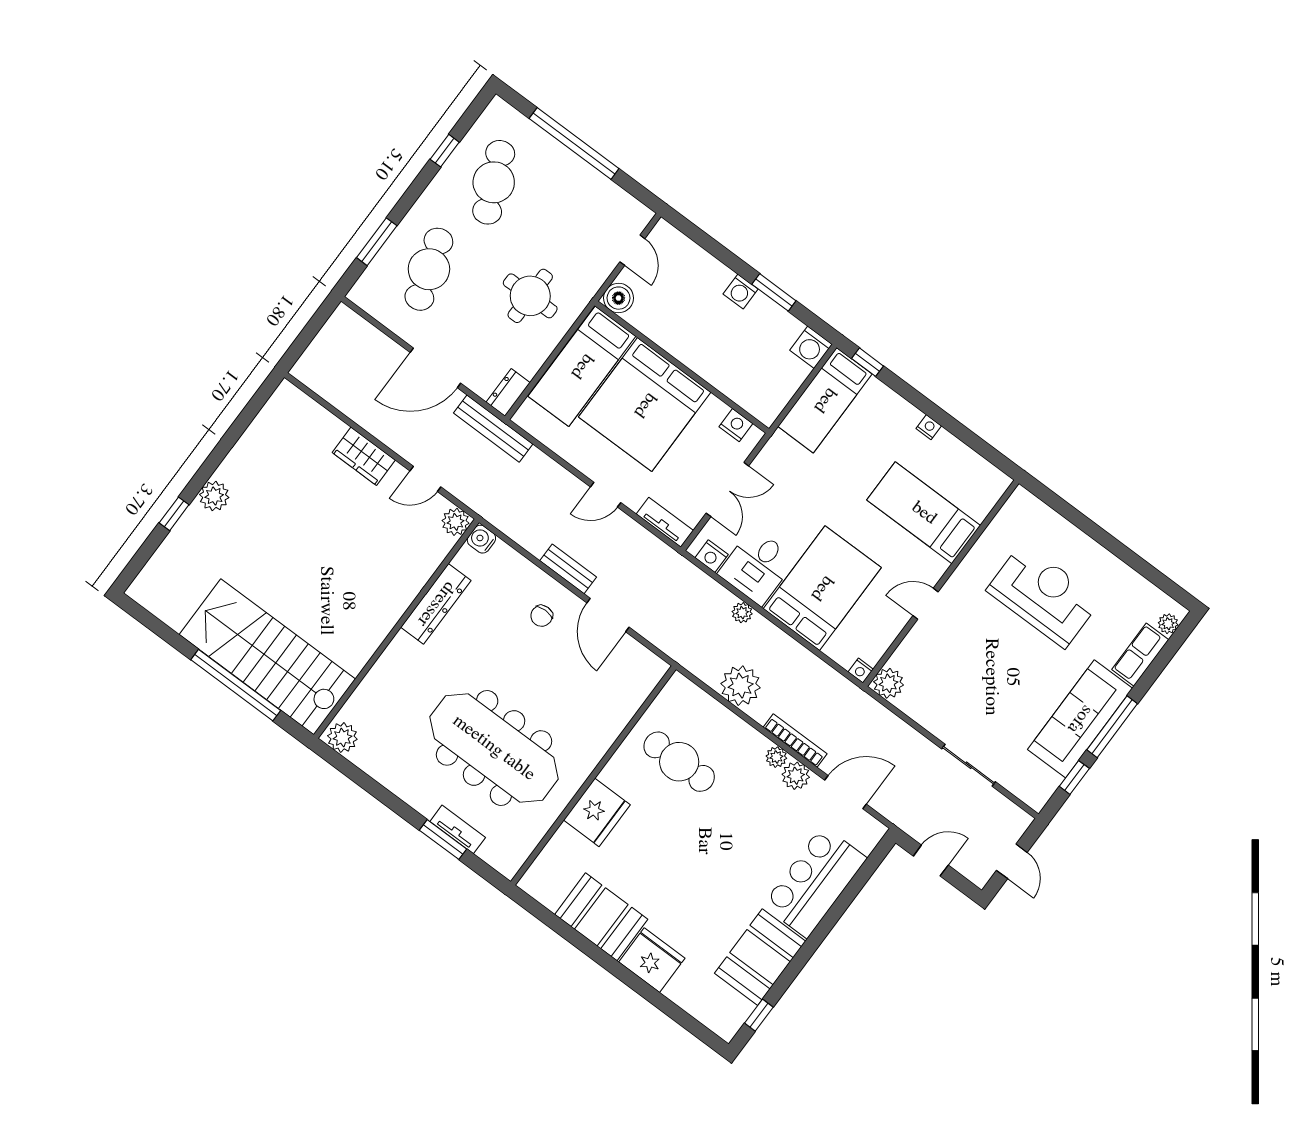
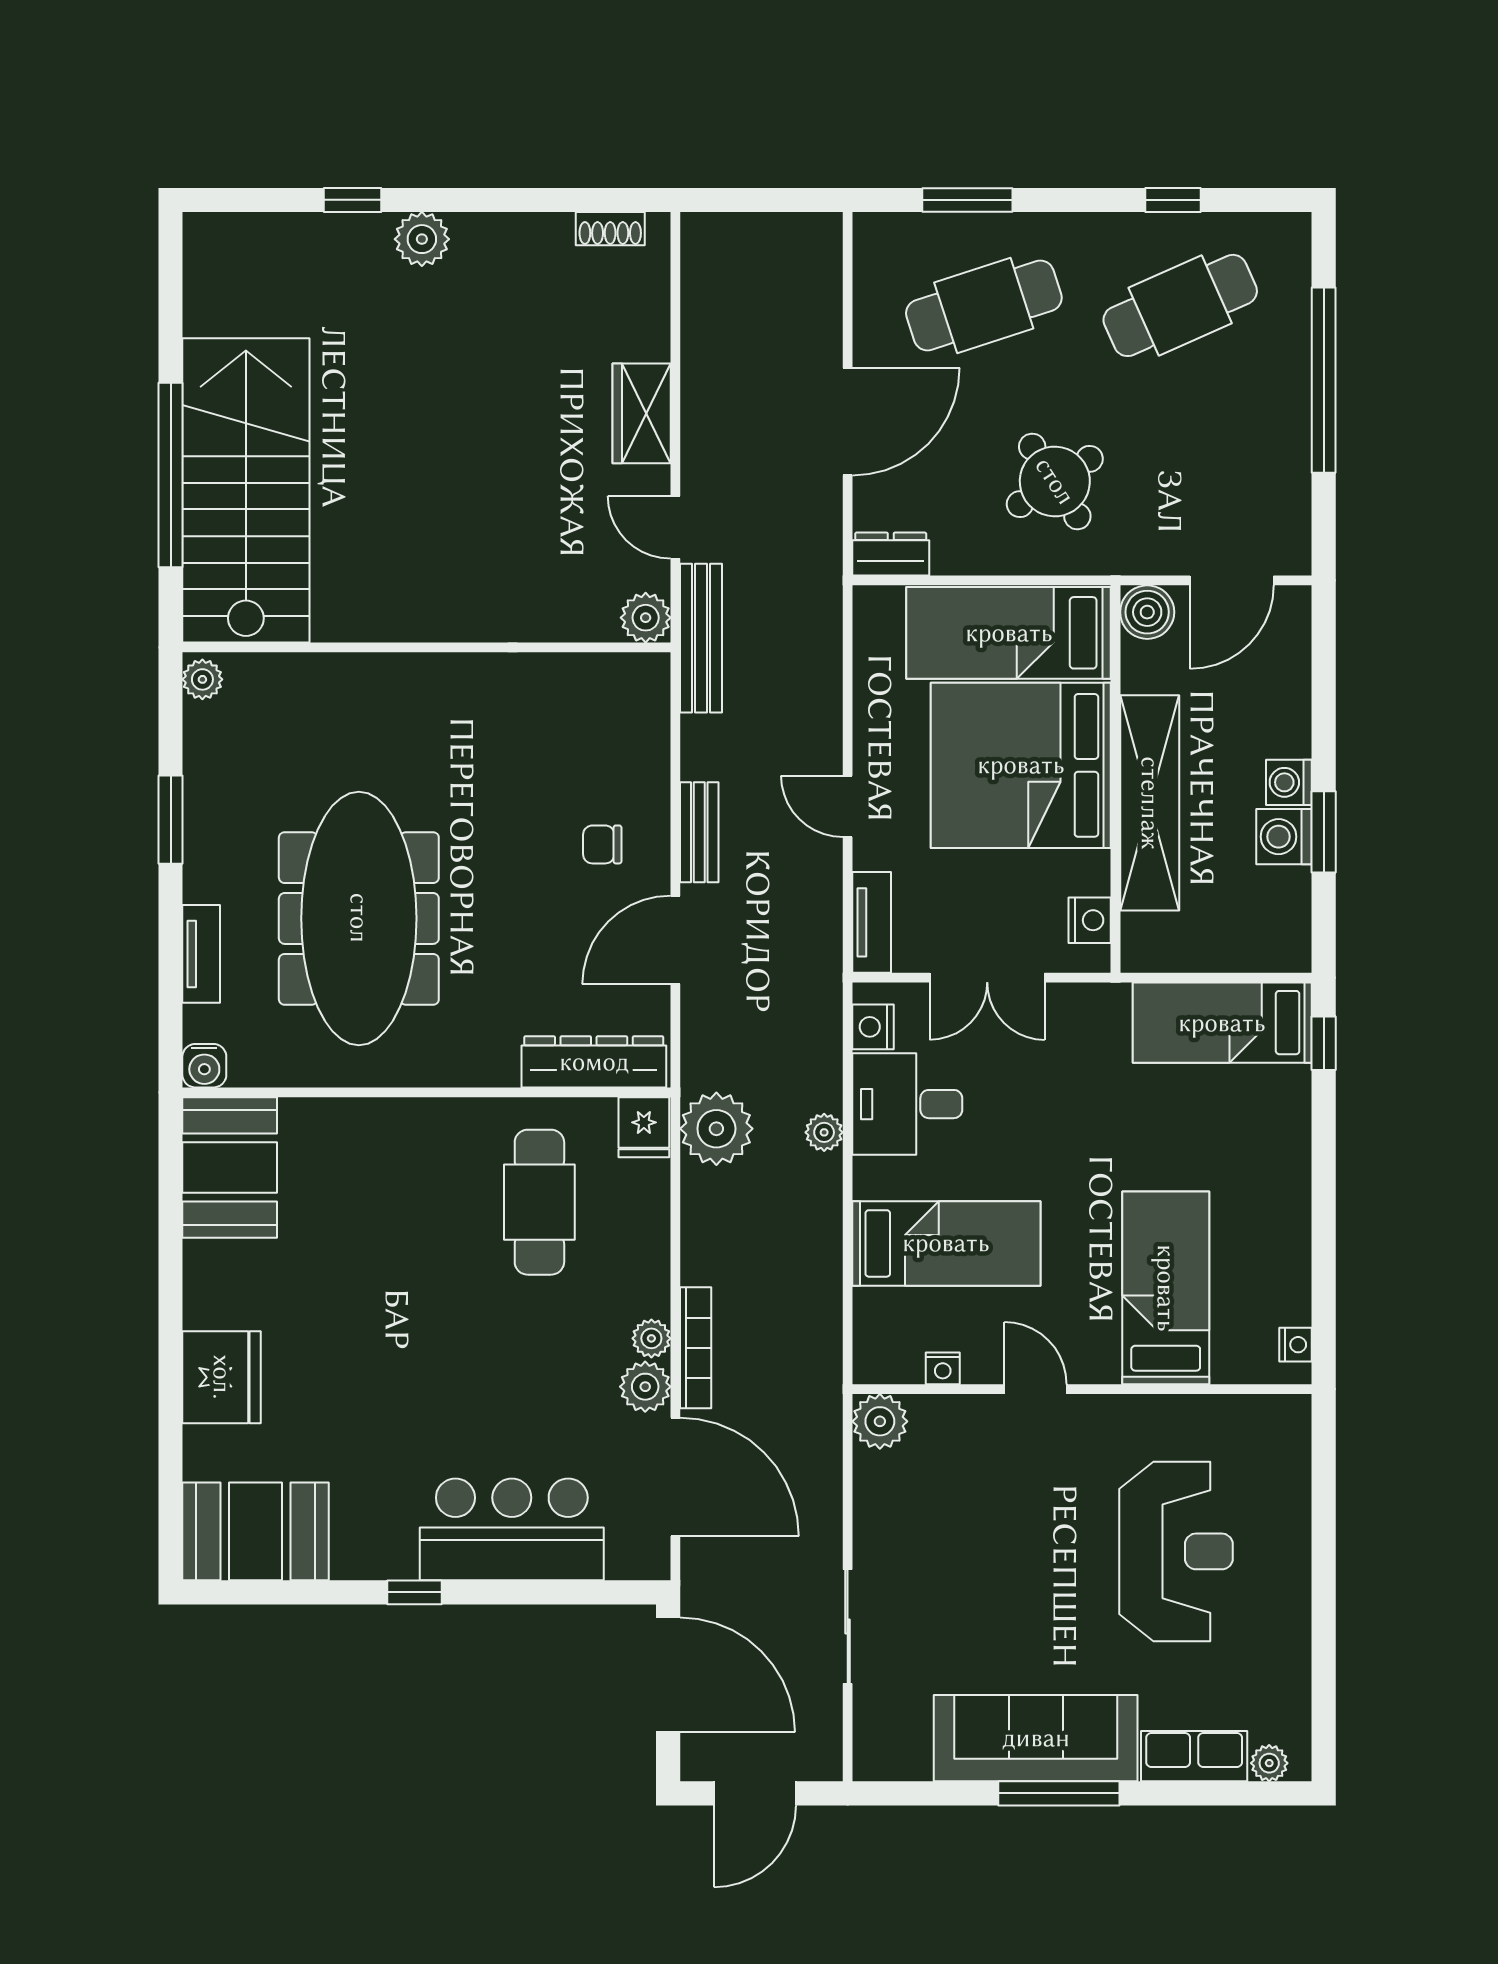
door: (632, 250) -> (1232, 580), width x1.38
round table: (530, 296) -> (1055, 481), turned -33
washing machine: (811, 347) -> (1284, 837), moved
shelving: (704, 360) -> (1150, 803), added
door: (435, 368) -> (848, 422), swing flipped
shoe rack: (272, 409) -> (610, 229), added
nightstand: (929, 427) -> (1296, 1345), moved
bench: (493, 429) -> (701, 638), moved
water cooler: (481, 539) -> (204, 1066), moved, turned 180
bed: (822, 588) -> (946, 1243), width x0.67
dresser: (436, 604) -> (594, 1062), moved, turned 180
nightstand: (861, 671) -> (943, 1368), moved, turned -90
plant: (741, 686) -> (716, 1129), moved
plant: (342, 738) -> (202, 679), width x0.73, depth x0.73
window: (1074, 777) -> (944, 1793), removed
door: (846, 792) -> (675, 1477), width x1.36
fridge: (597, 812) -> (644, 1127), moved, width x0.53, depth x0.75
window: (443, 840) -> (171, 820), moved
door: (931, 861) -> (668, 1675), width x1.87
door: (1012, 861) -> (755, 1793), width x1.38
booth: (601, 917) -> (230, 1168), moved
booth: (760, 957) -> (256, 1531), moved
window: (759, 1015) -> (415, 1592), moved

